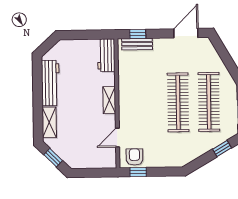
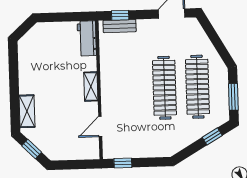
workbench: (50, 83) -> (27, 69), removed
armchair: (134, 157) -> (119, 147), removed

